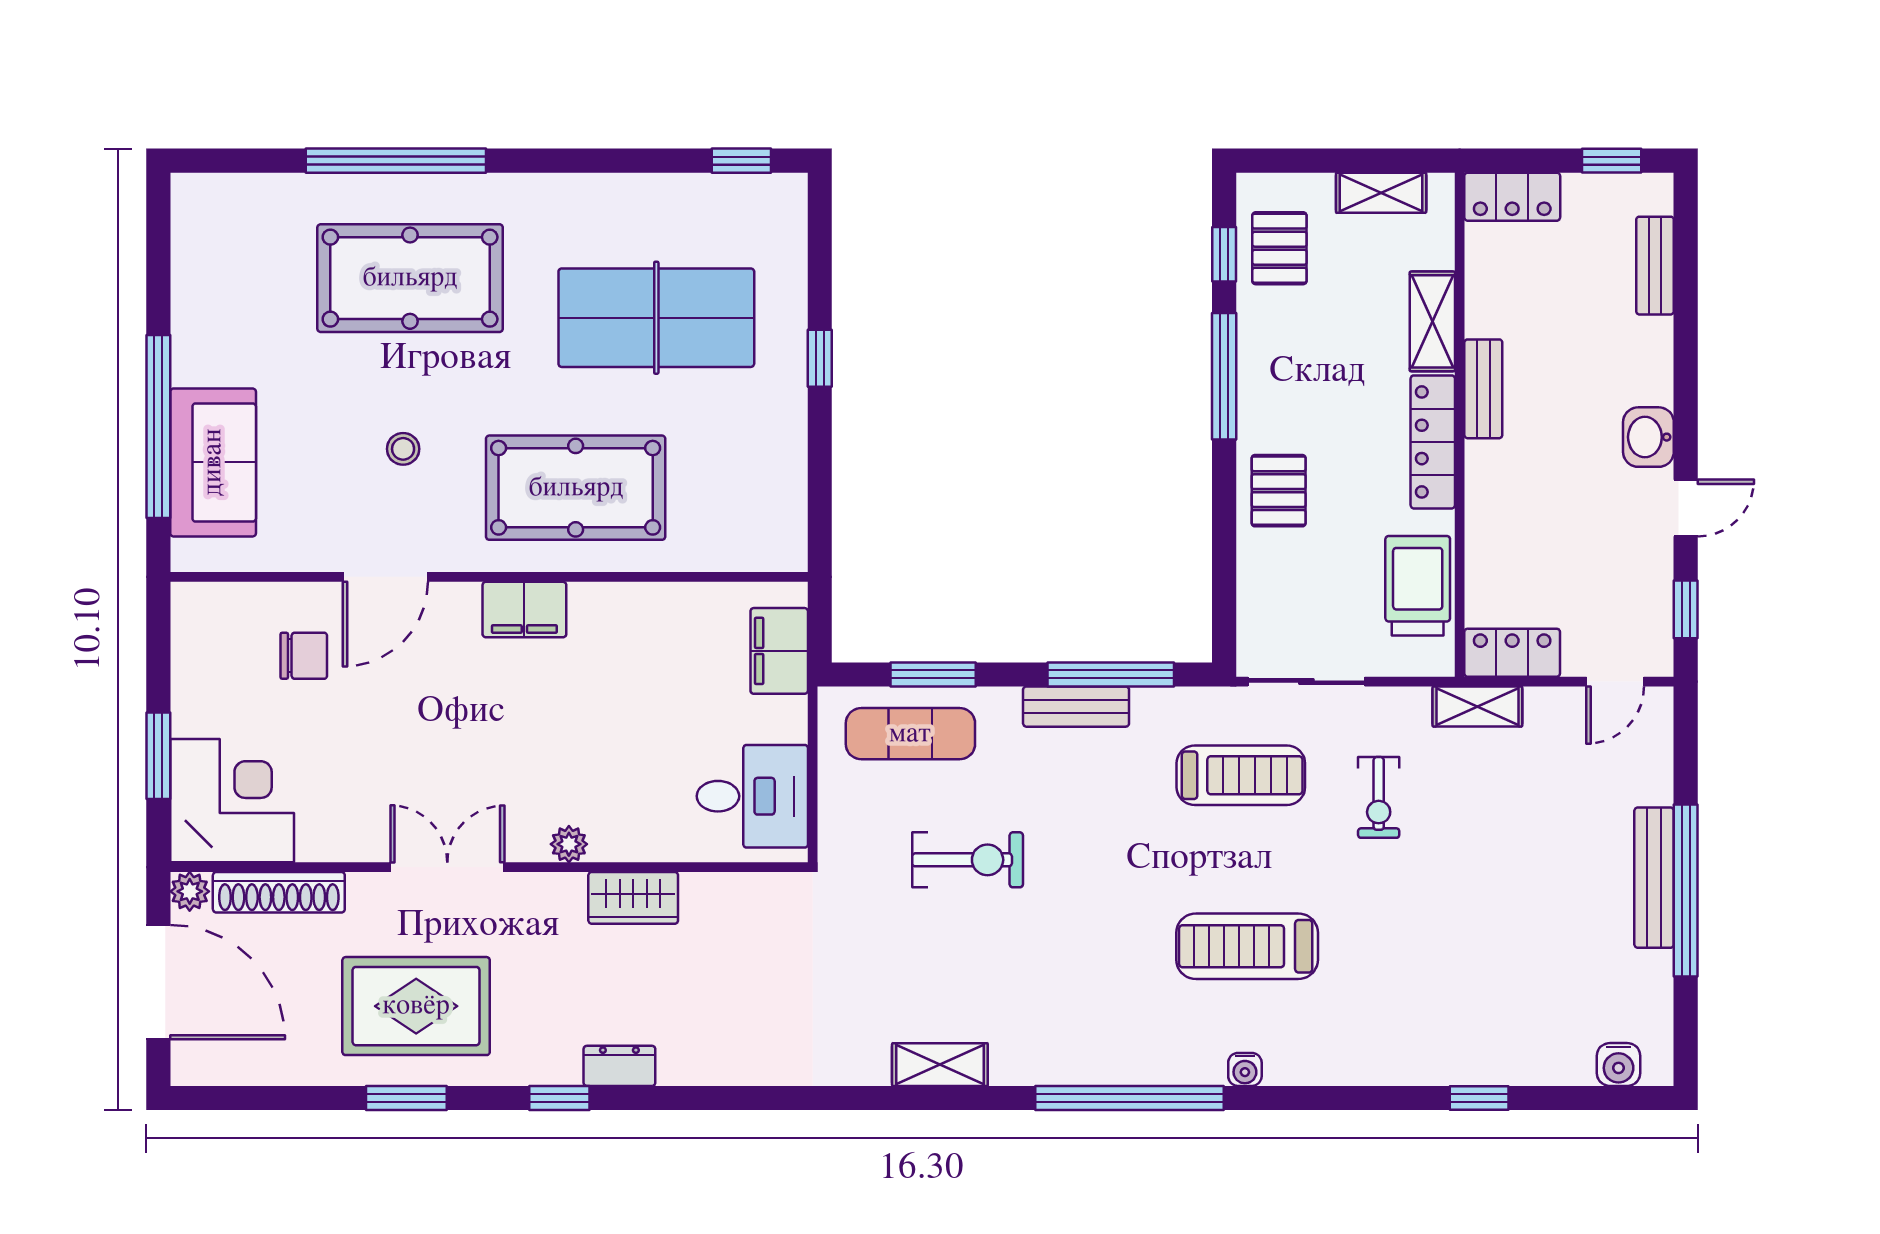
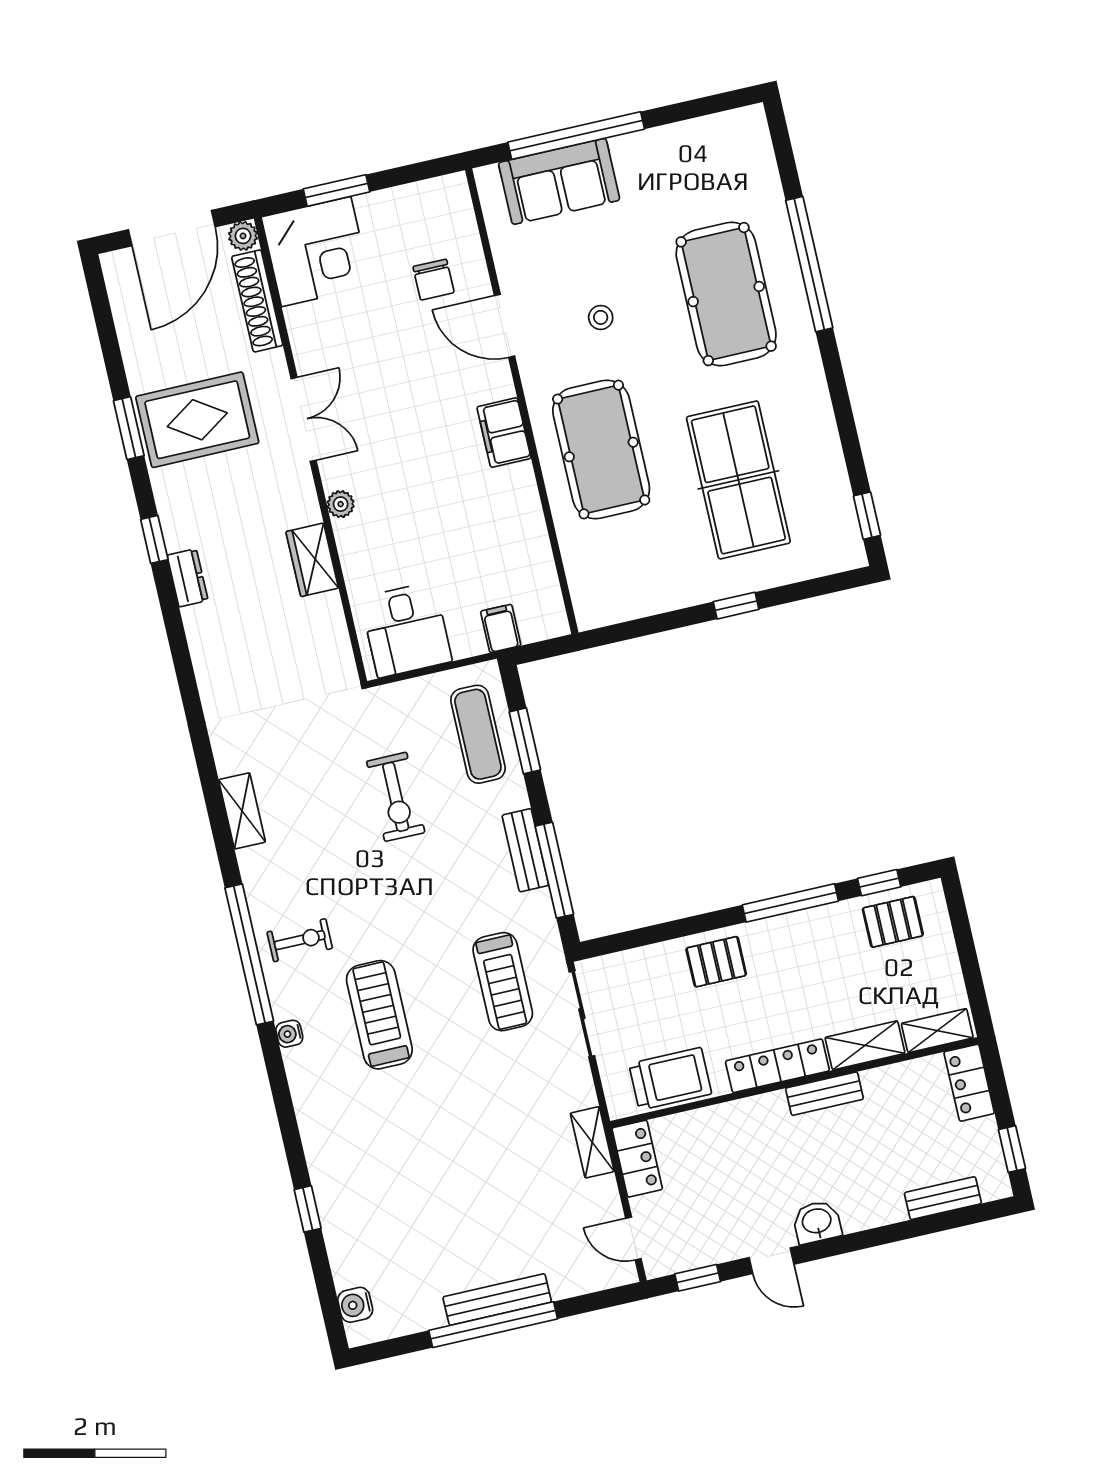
shelving: (1381, 193) -> (937, 1031), moved, turned 90
filing cabinet: (779, 651) -> (501, 628), width x0.50
exercise bike: (1379, 797) -> (300, 940), moved, turned 180
rug: (416, 1006) -> (197, 420), turned 90

